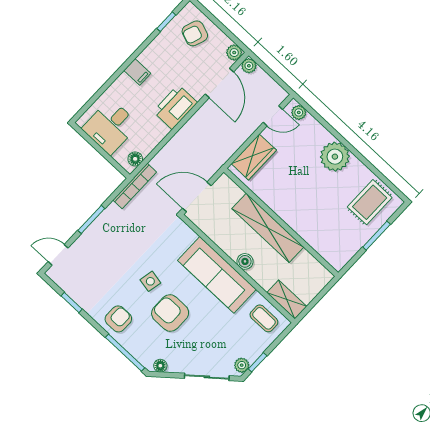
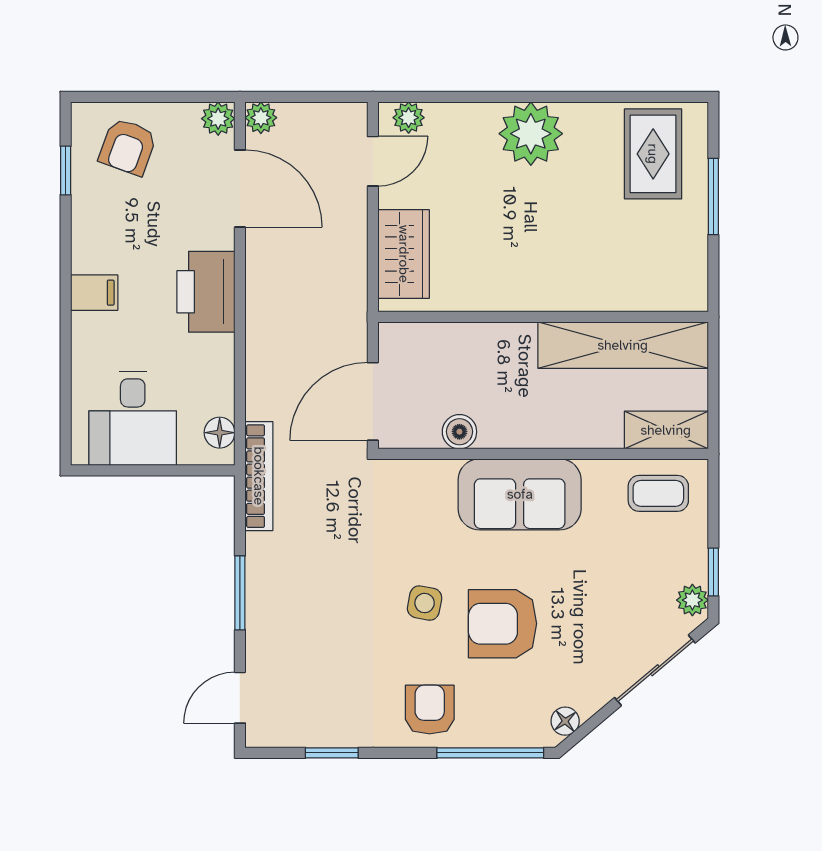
shelving: (268, 228) -> (623, 345), moved
boiler: (245, 261) -> (459, 432), moved
sofa: (217, 275) -> (520, 494), width x0.73

